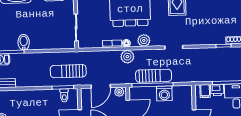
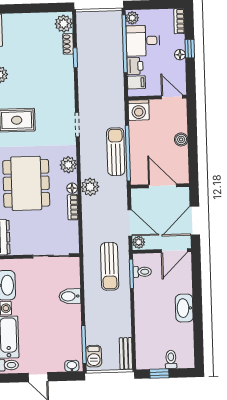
bidet: (24, 42) -> (70, 296), moved
plant: (119, 92) -> (139, 242), moved
washing machine: (164, 93) -> (139, 110), moved, turned 90

